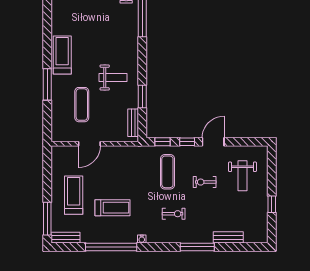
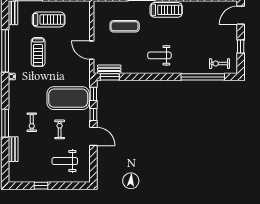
weight bench: (113, 77) -> (159, 55), moved, turned 90
window: (142, 97) -> (110, 77), moved
door: (89, 144) -> (92, 50), moved
exercise mat: (167, 172) -> (68, 98), width x2.00, depth x1.45
exercise bike: (174, 214) -> (32, 122), moved

